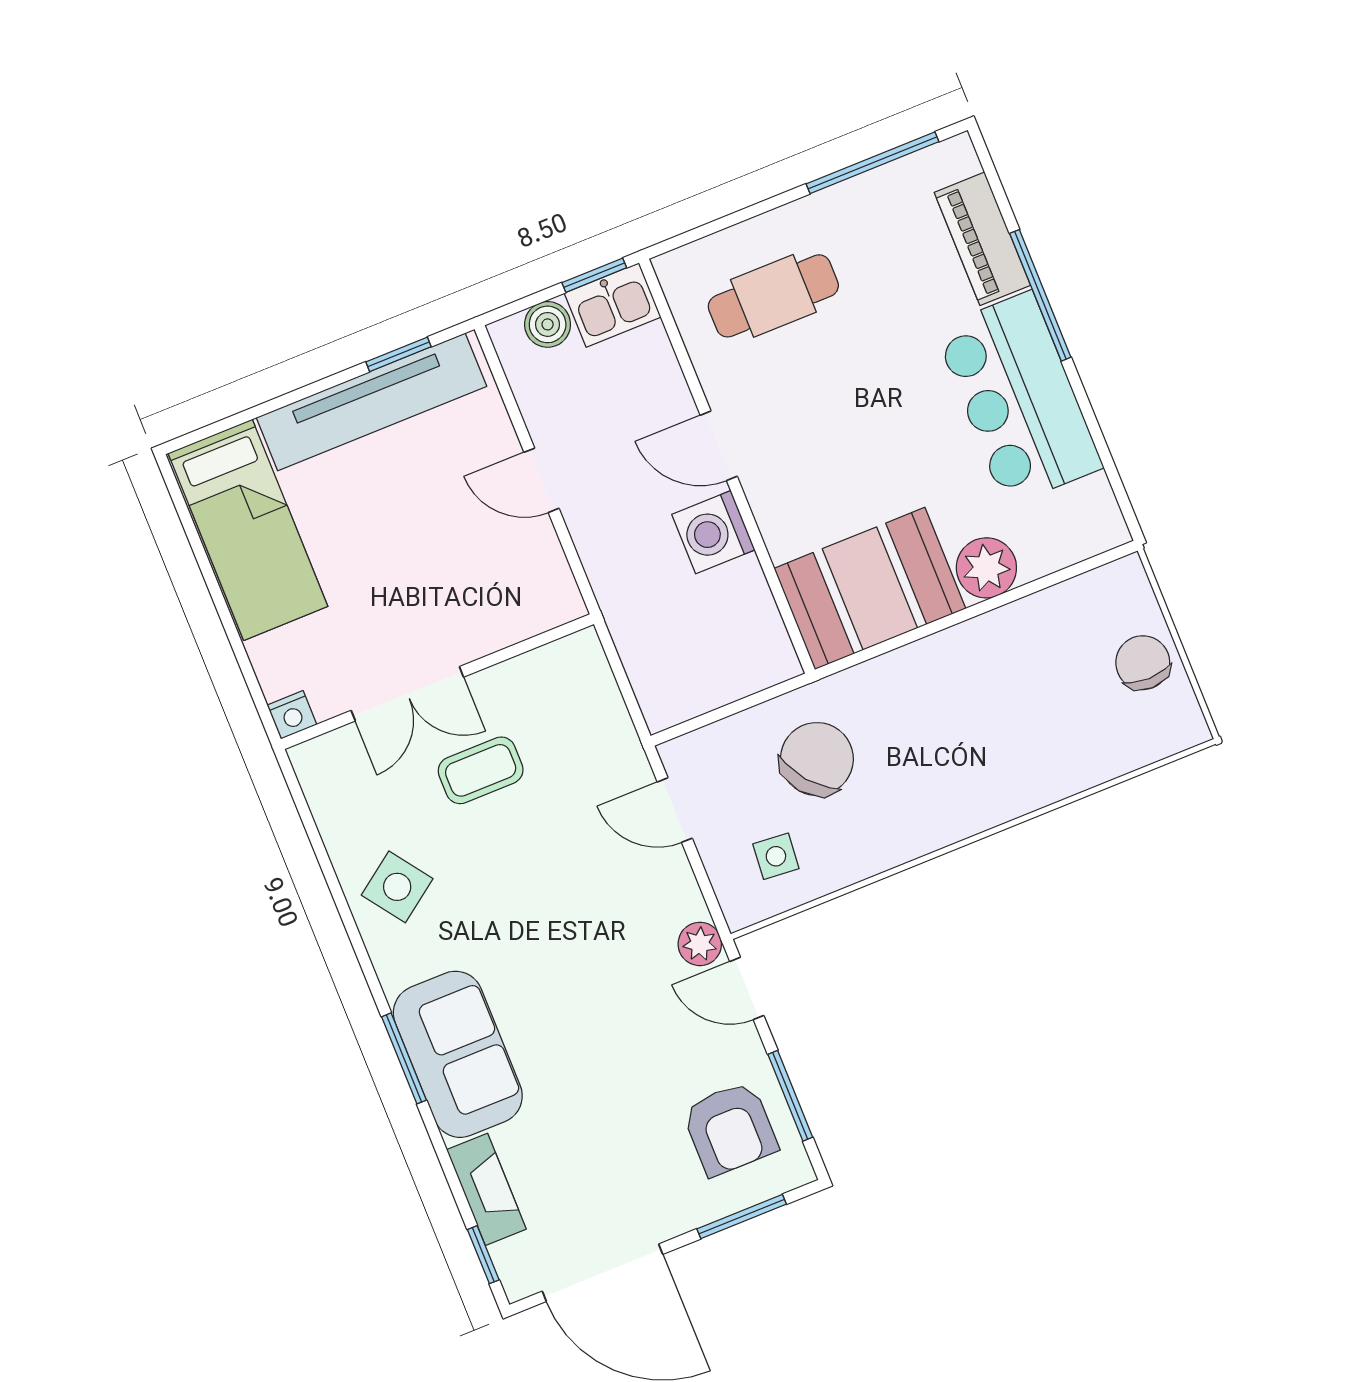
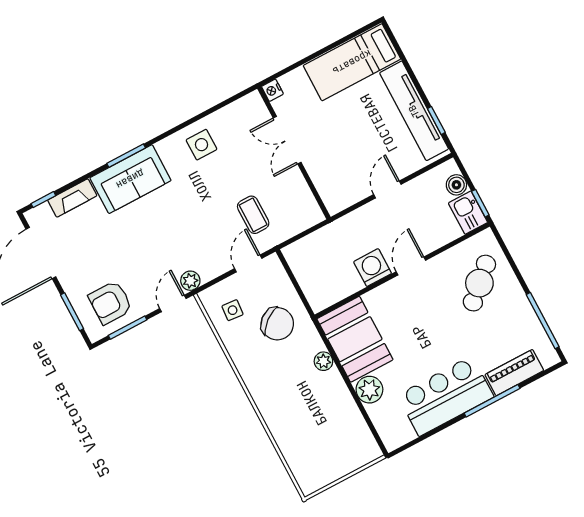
cafe table: (773, 296) -> (479, 283), turned 47
chair: (1143, 663) -> (335, 463), removed
plant: (912, 664) -> (323, 361), added
coffee table: (481, 770) -> (253, 215), moved
side table: (397, 887) -> (202, 145), turned 36

